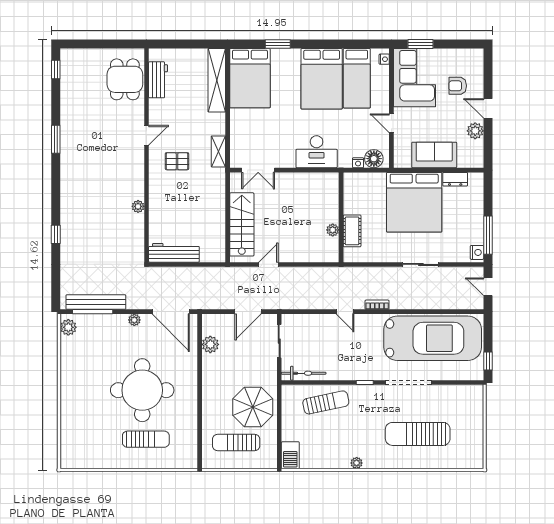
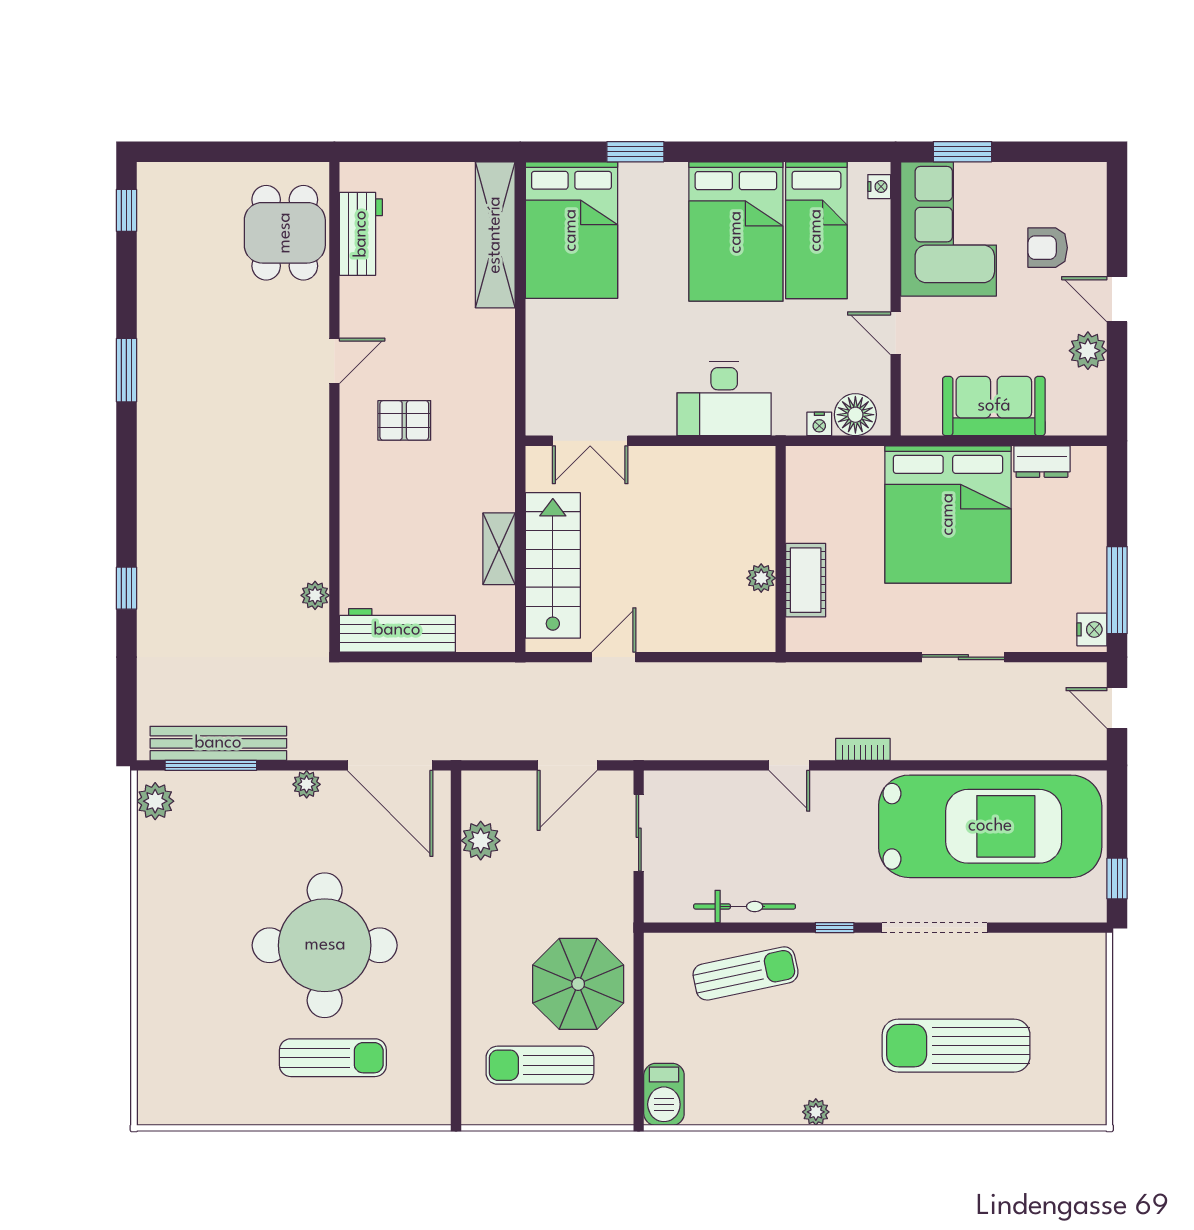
shelving: (218, 151) -> (499, 549), moved
plant: (138, 206) -> (315, 595), moved
bicycle: (304, 373) -> (745, 906), moved

